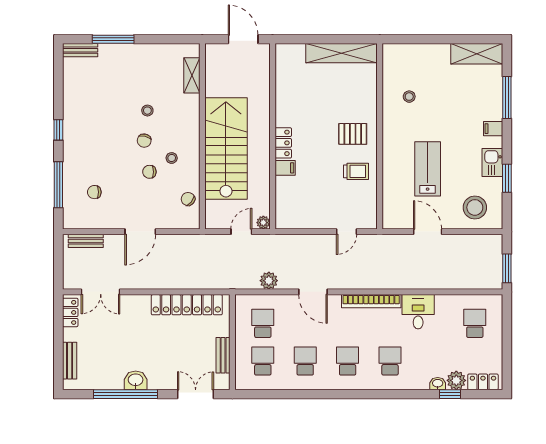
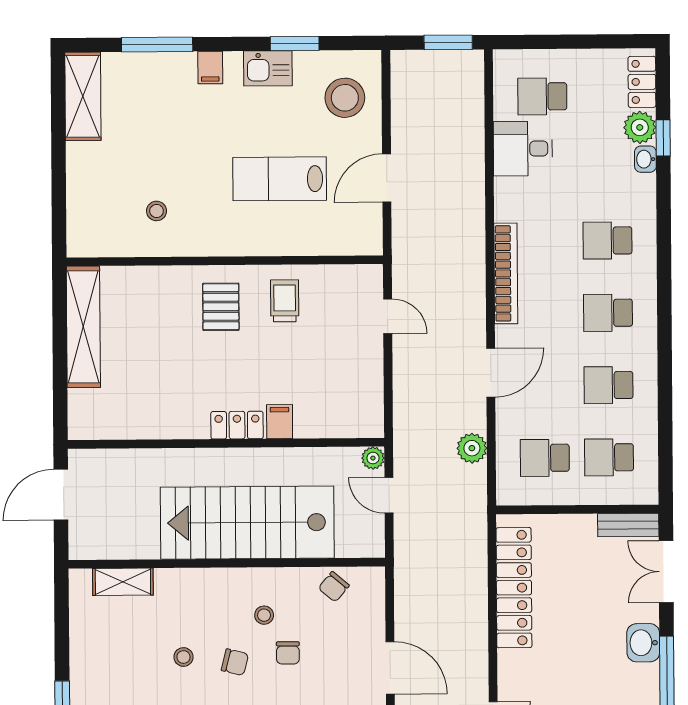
desk: (418, 312) -> (523, 149), moved
bench: (223, 355) -> (628, 525), moved
washbasin: (136, 380) -> (643, 643), moved

